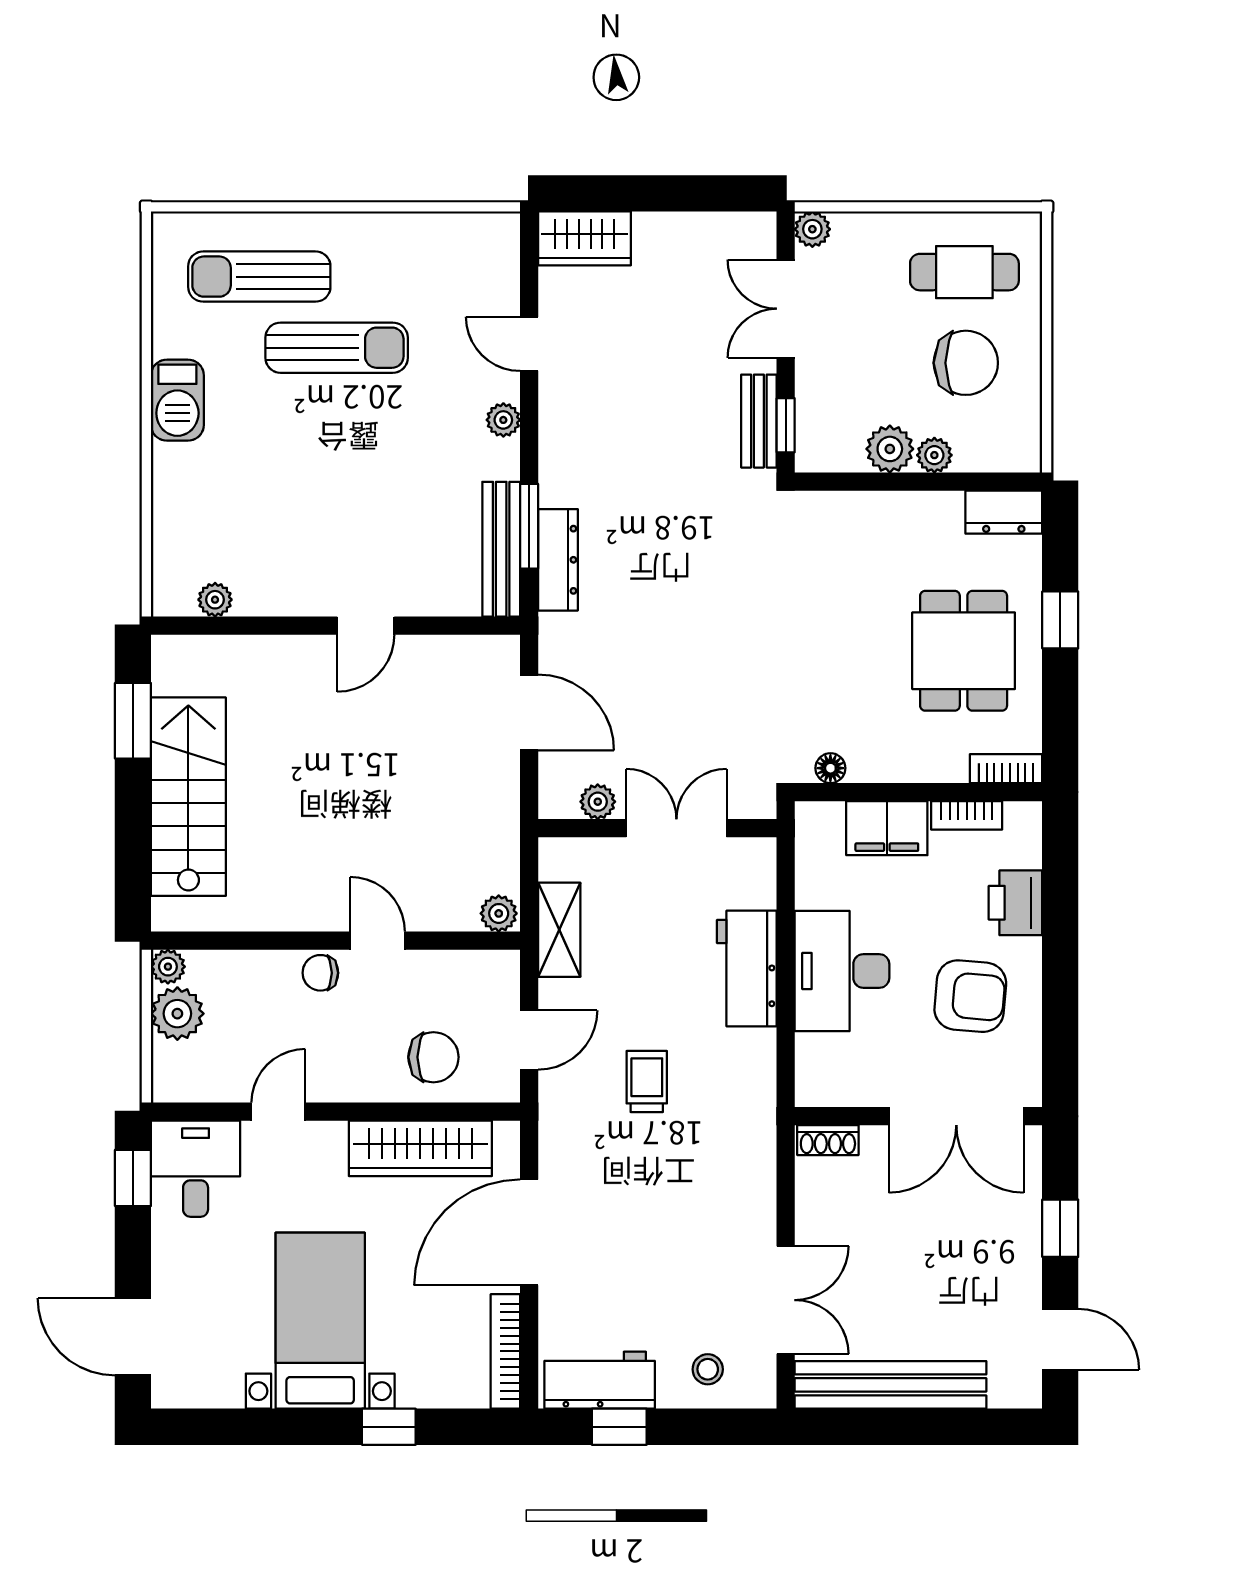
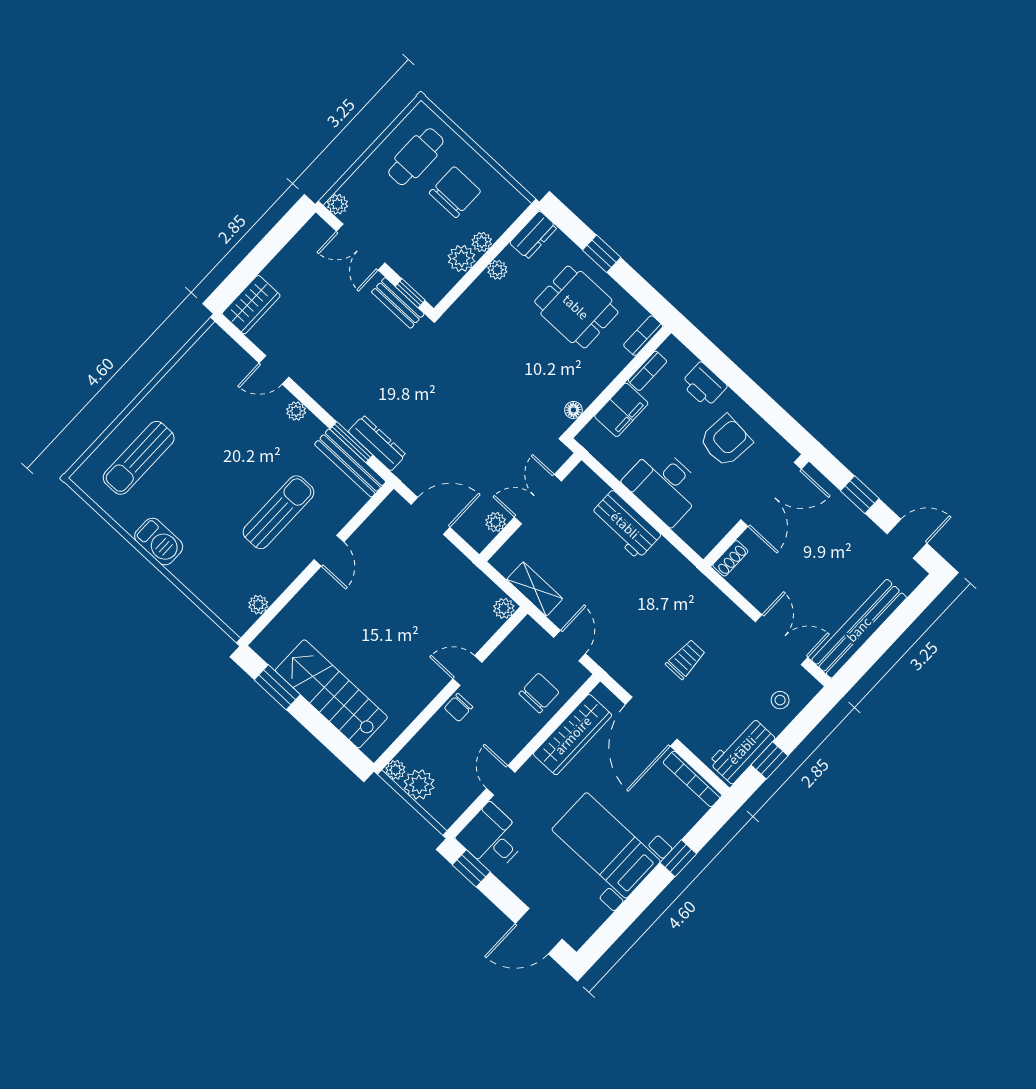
sun lounger: (337, 348) -> (278, 512), moved
plant: (917, 508) -> (497, 270), added
trolley: (647, 1081) -> (686, 659), moved, turned 90

